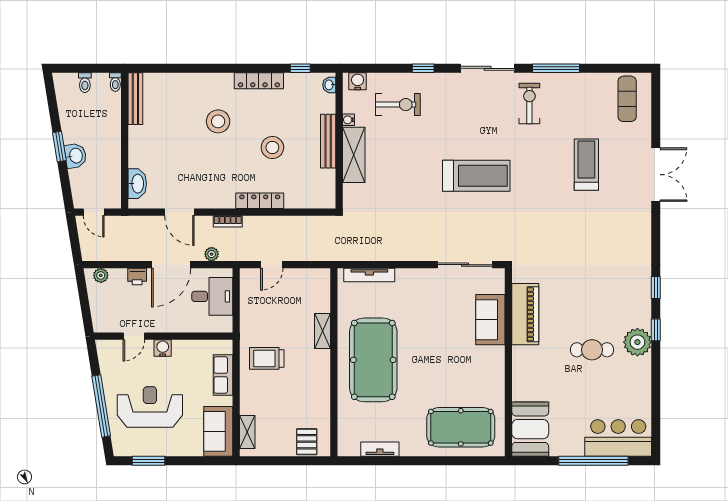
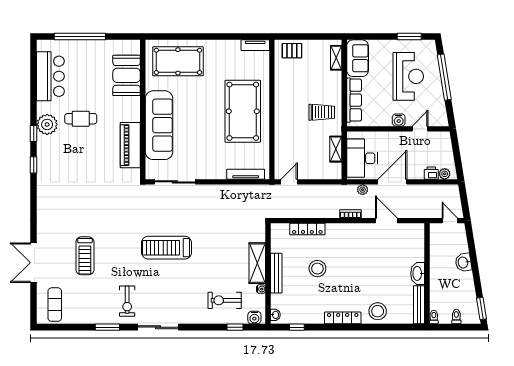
window: (423, 68) -> (235, 327), moved
window: (556, 68) -> (107, 327), width x0.69
locker: (259, 81) -> (343, 318), moved
stool: (218, 121) -> (378, 311), moved
window: (59, 147) -> (482, 308), moved
double door: (656, 175) -> (34, 263), moved
washbasin: (137, 184) -> (418, 273), moved
locker: (260, 201) -> (307, 229), moved
door: (272, 265) -> (289, 182), moved
printer: (137, 276) -> (431, 173), moved
desk: (212, 296) -> (362, 158), width x1.37
sofa: (490, 320) -> (159, 125), width x1.85, depth x1.27
shelving: (323, 331) -> (336, 149), moved
row of seats: (223, 375) -> (354, 100), width x1.48
reception desk: (150, 407) -> (408, 76), turned -90
booth: (530, 429) -> (127, 75), moved
bar counter: (618, 438) -> (50, 76), moved, turned -90
pallet: (307, 442) -> (292, 51), turned 90
tv unit: (380, 449) -> (255, 45), moved

